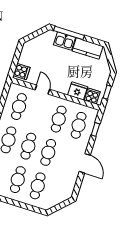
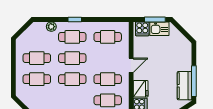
window: (69, 33) -> (194, 81), moved
kitchen sink: (64, 41) -> (159, 29), moved, turned -90
window: (17, 57) -> (155, 19), added
door: (42, 90) -> (131, 65), moved

